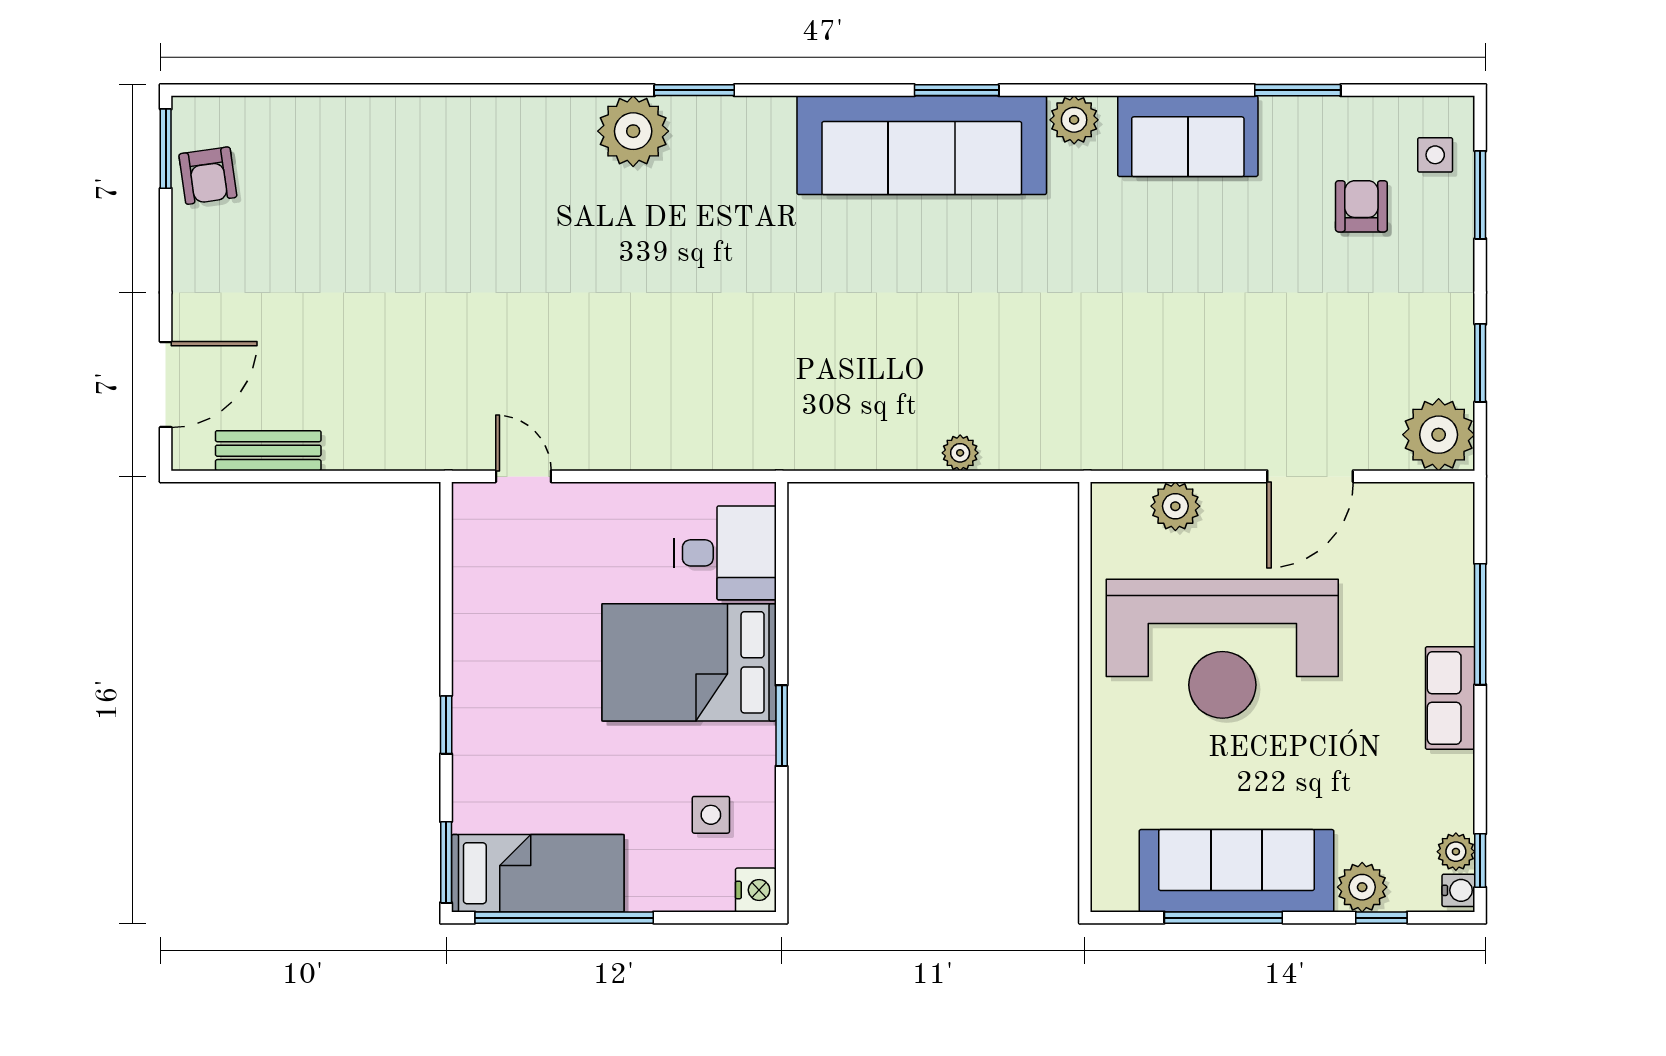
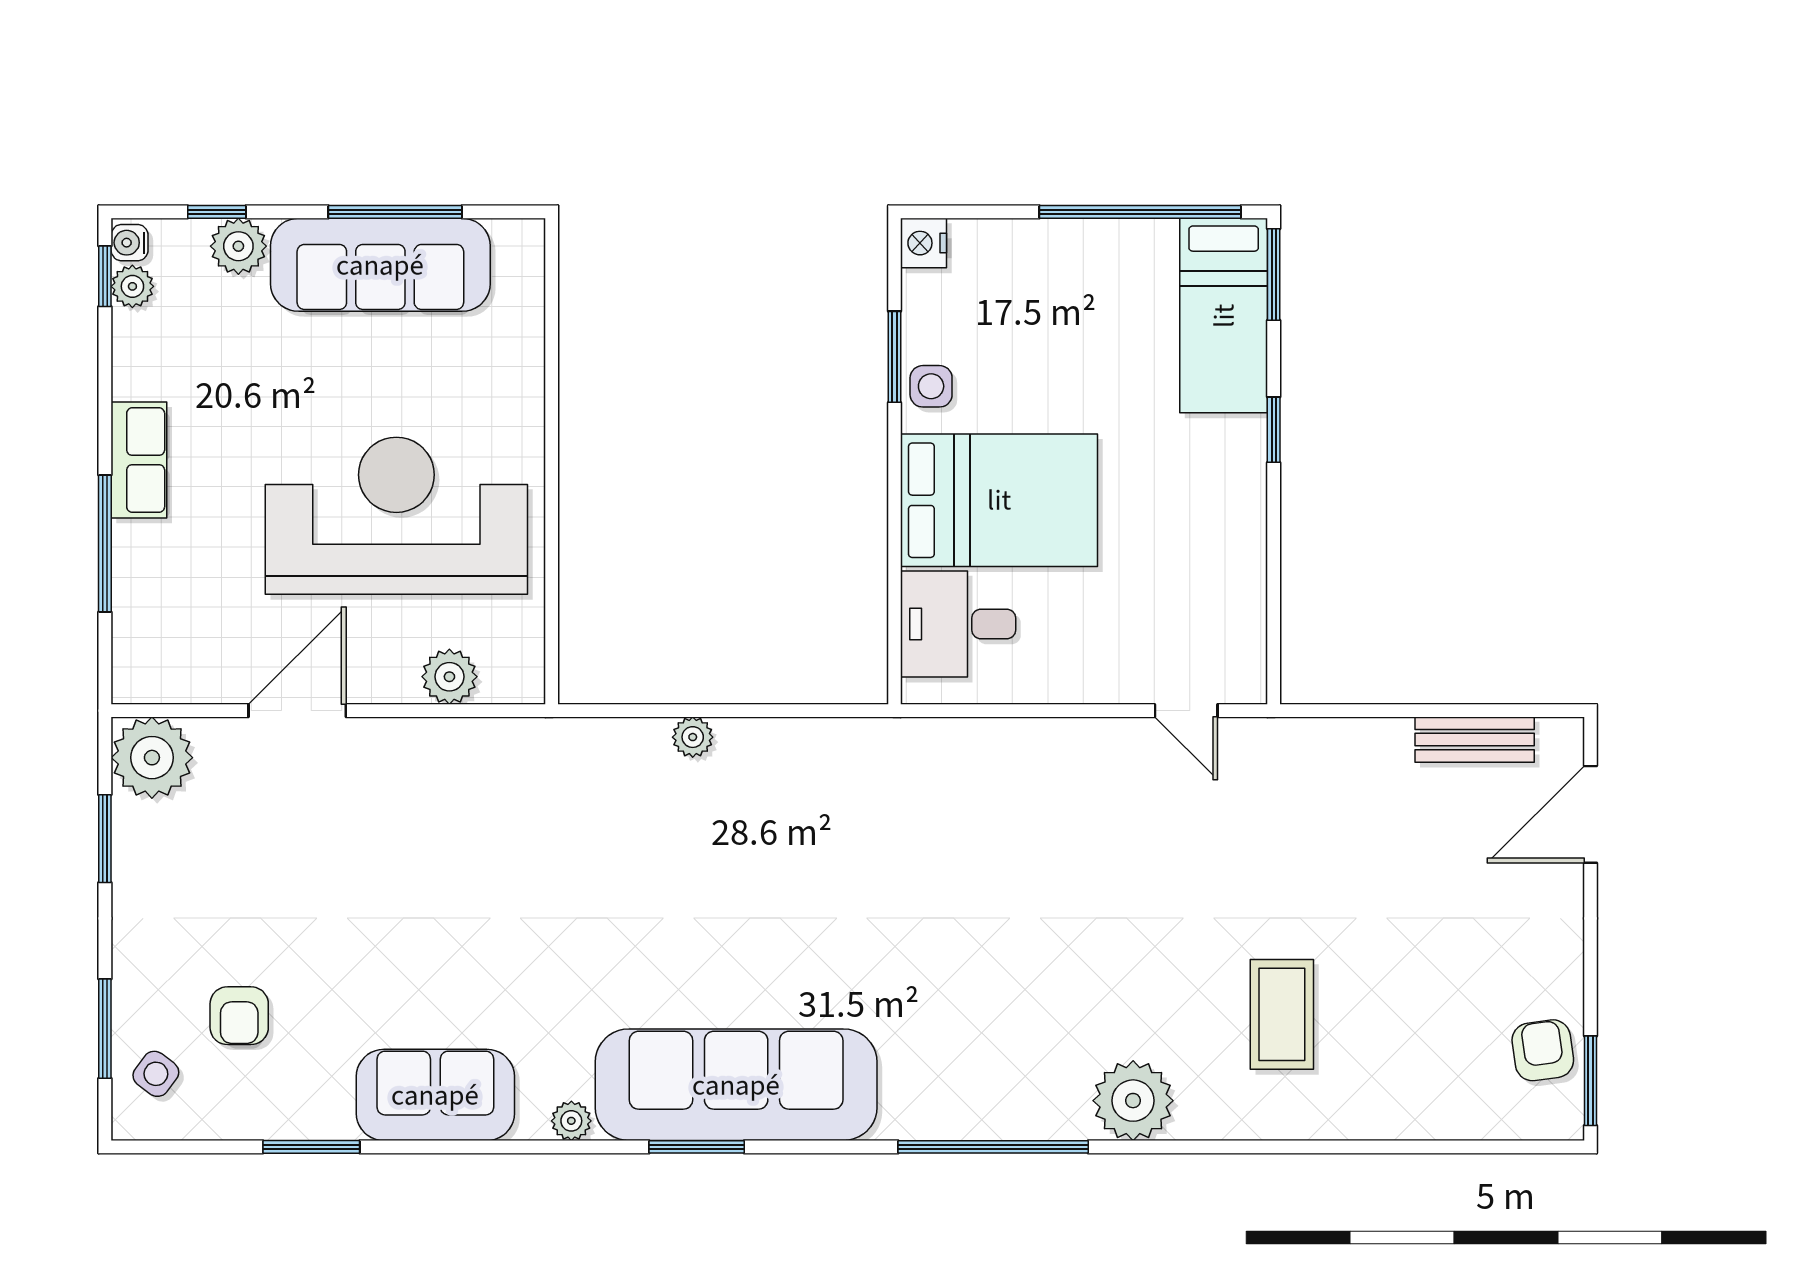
window: (694, 90) -> (993, 1147), width x2.11
plant: (1074, 120) -> (571, 1121), width x0.73, depth x0.73
plant: (633, 131) -> (1133, 1101), moved
side table: (1435, 155) -> (156, 1074), turned 37
coffee table: (439, 207) -> (1282, 1014), added
window: (782, 726) -> (894, 357), moved
side table: (711, 815) -> (931, 386), moved
bed: (538, 873) -> (1224, 316), moved, turned -90

